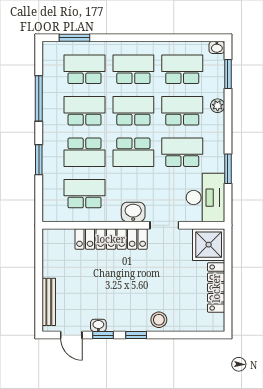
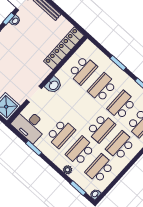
school desk: (133, 69) -> (120, 146), turned 180
school desk: (182, 69) -> (100, 169), turned 180
school desk: (84, 111) -> (122, 105), turned 180
school desk: (182, 111) -> (80, 151), turned 180
school desk: (133, 152) -> (81, 111), removed
locker: (111, 239) -> (64, 48), moved

